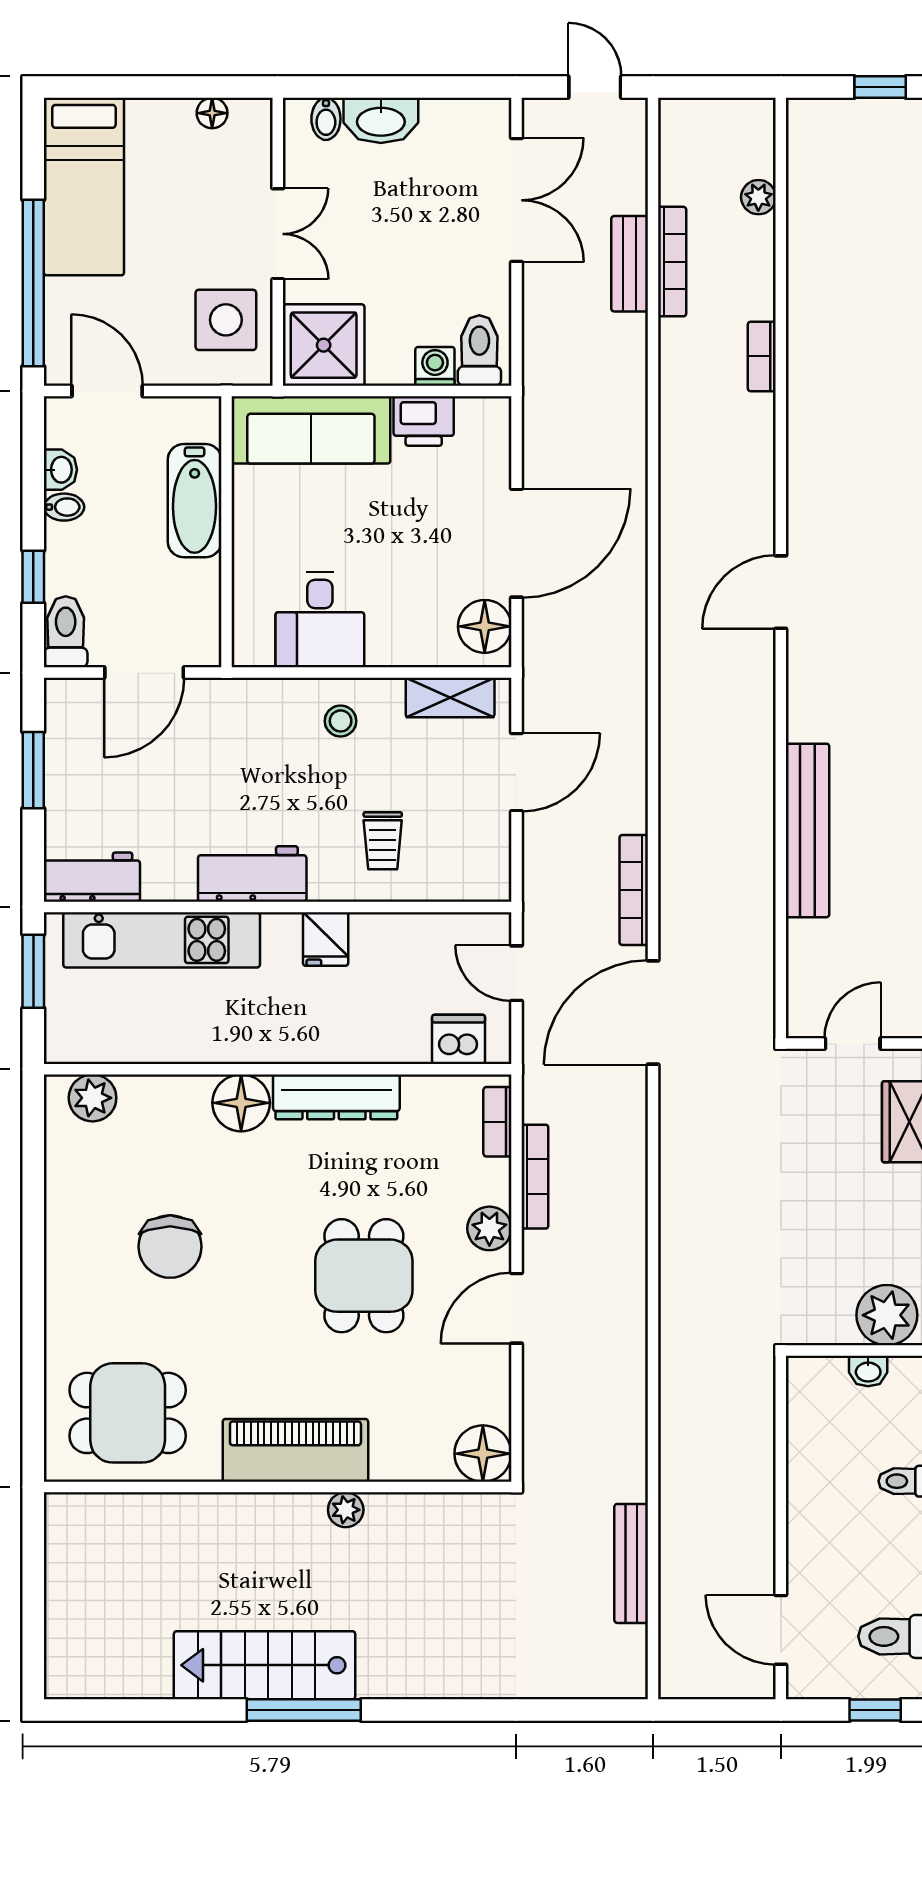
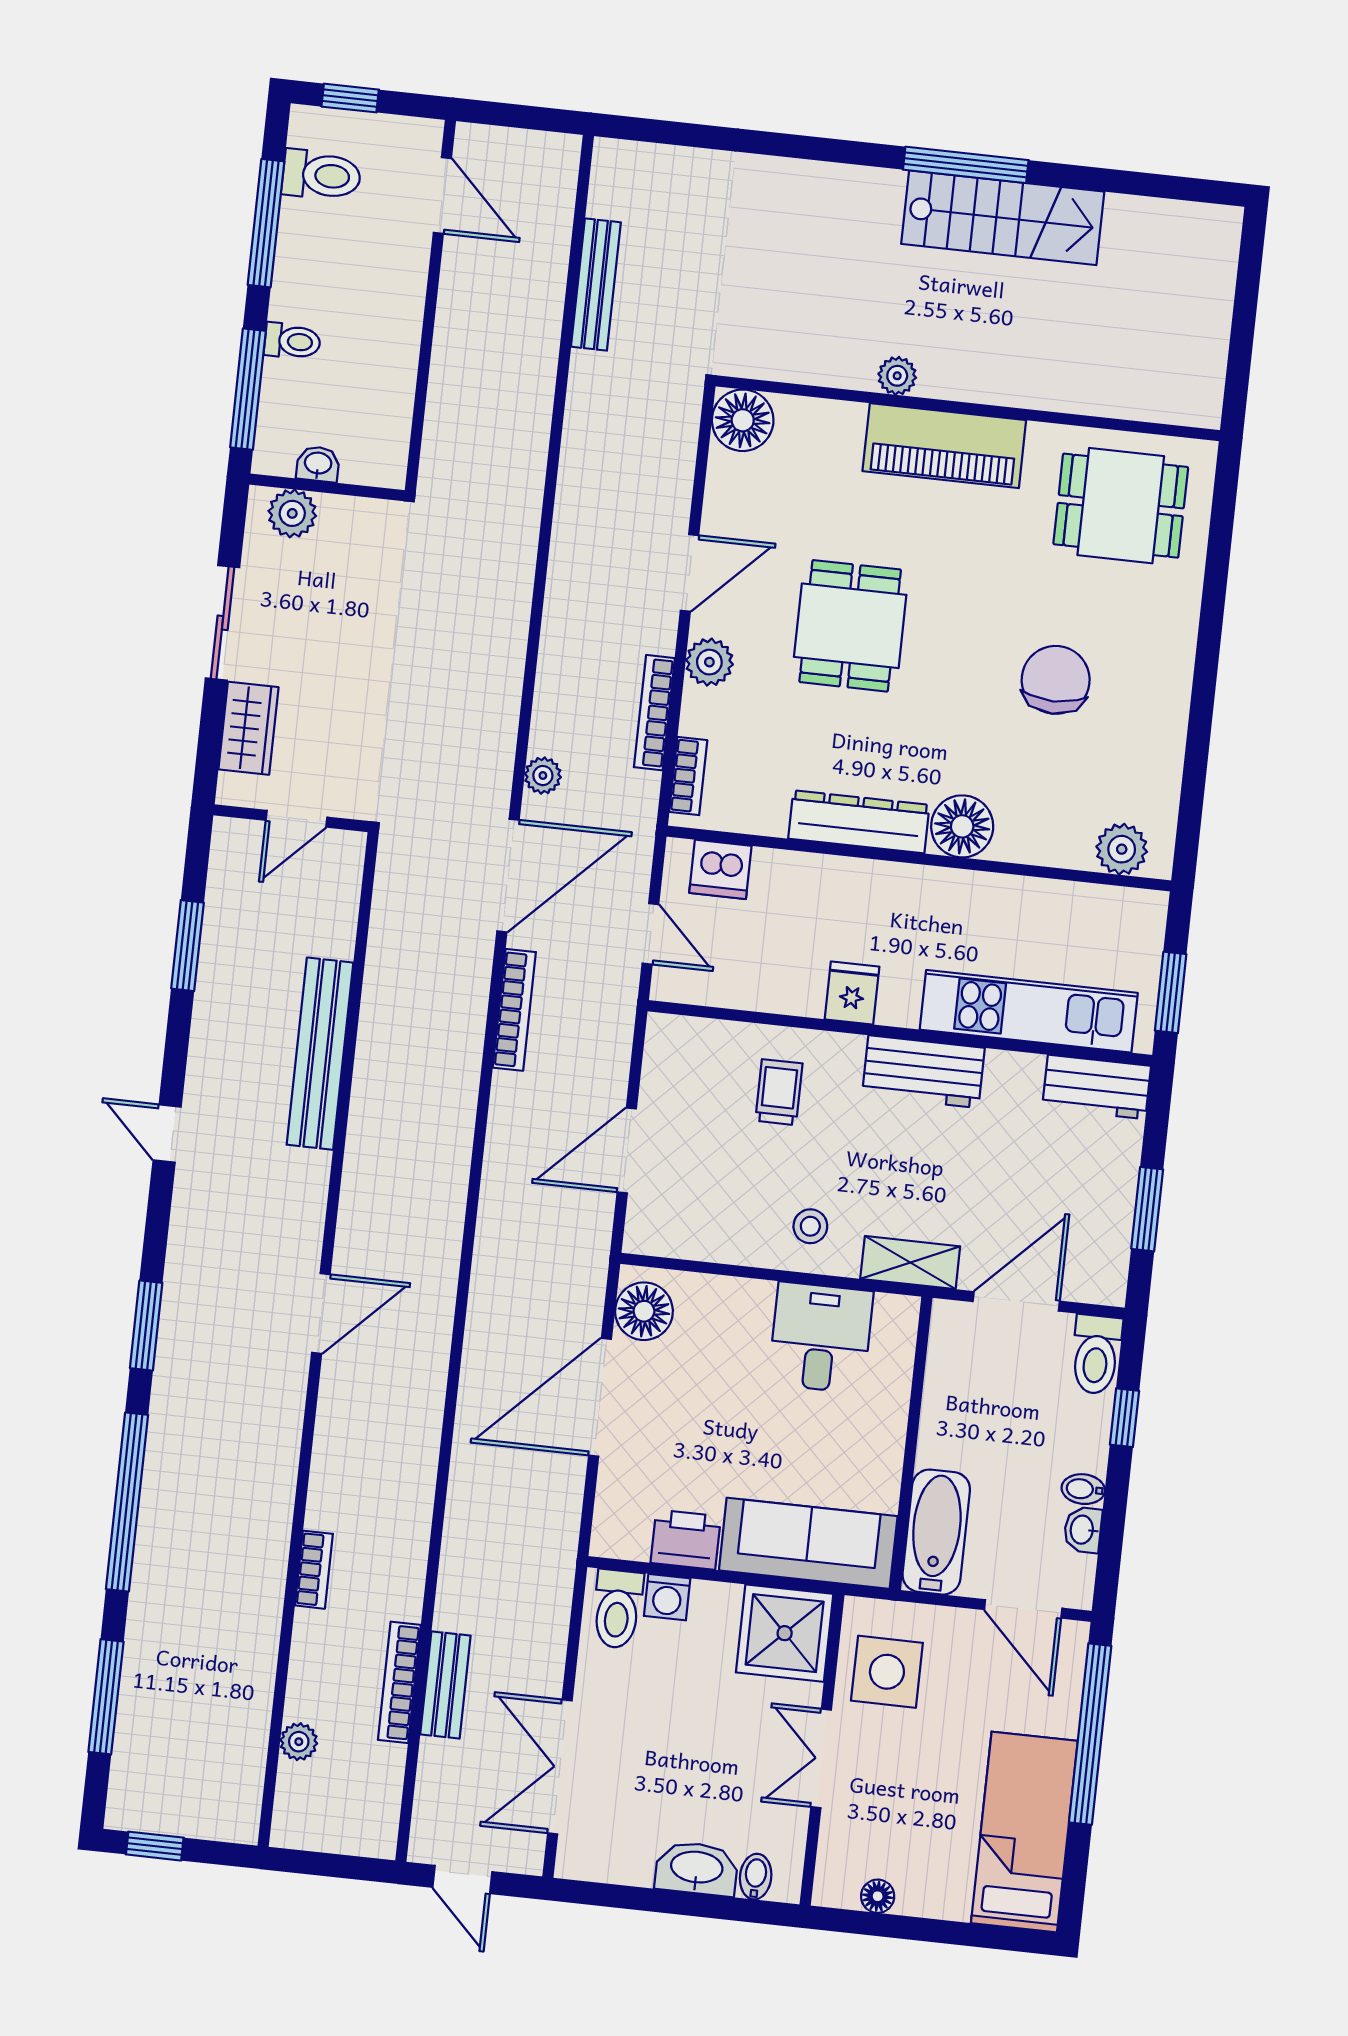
bathtub: (195, 501) -> (936, 1532), moved
shelving: (450, 698) -> (910, 1263), moved
plant: (631, 1108) -> (543, 776), added
plant: (887, 1315) -> (292, 513), width x0.73, depth x0.73

